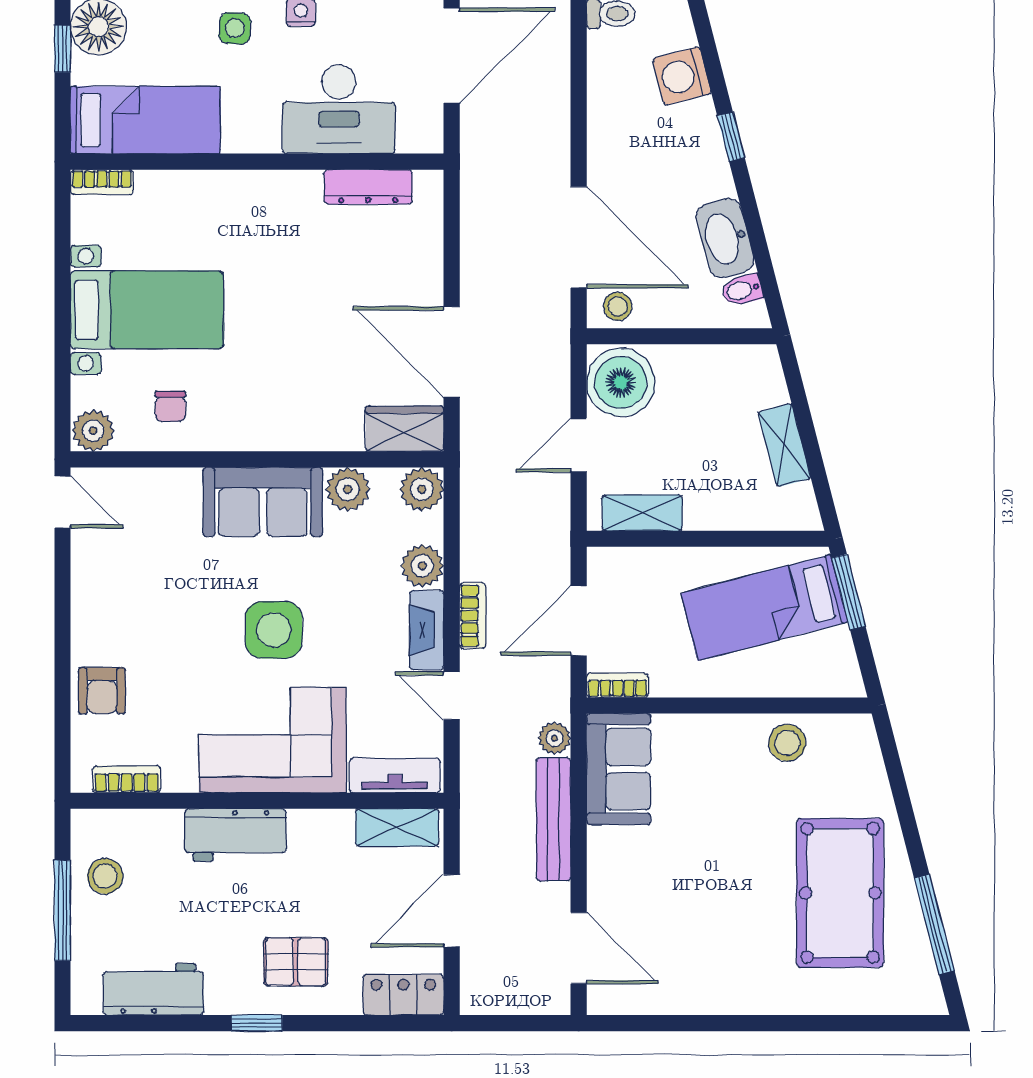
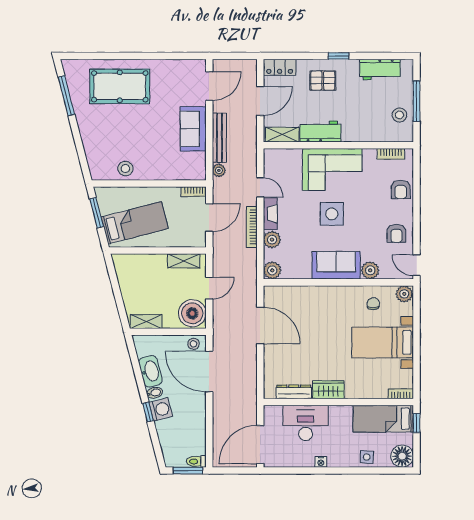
side table: (235, 28) -> (367, 457), moved
window: (63, 49) -> (417, 423), moved
washing machine: (682, 76) -> (161, 409), moved
bidet: (742, 290) -> (155, 393), moved
wardrobe: (405, 429) -> (328, 390), moved, turned 180
shelving: (784, 445) -> (146, 322), moved, turned -76
plant: (348, 489) -> (370, 270), moved
armchair: (113, 581) -> (396, 233), added
window: (849, 592) -> (97, 213), moved
bookcase: (473, 616) -> (252, 227), width x1.56
armchair: (102, 691) -> (401, 189), turned 180
sofa: (619, 769) -> (193, 129), moved
tv unit: (395, 775) -> (283, 155), removed
workbench: (236, 835) -> (320, 132), moved
pool table: (840, 893) -> (120, 86), moved, turned 90
door: (579, 948) -> (209, 86), swing flipped

